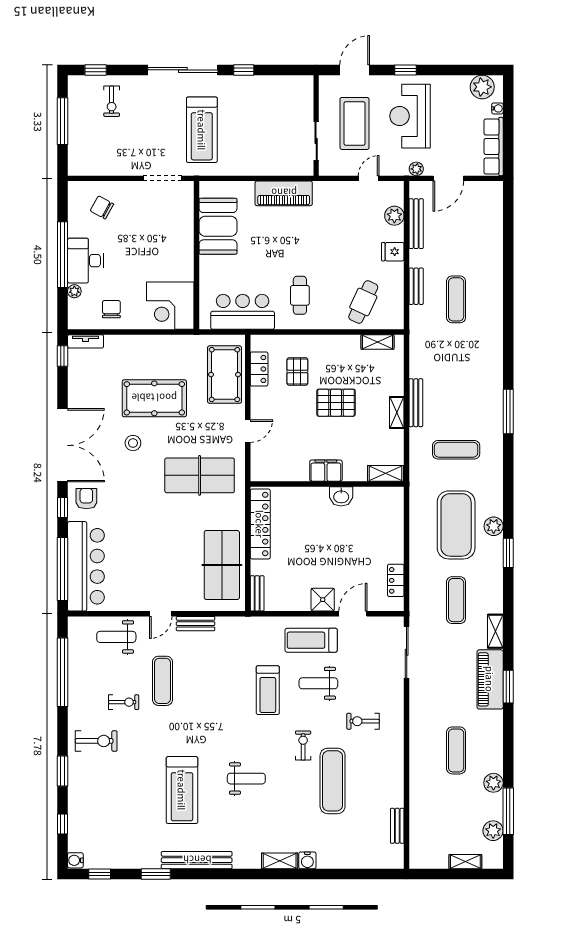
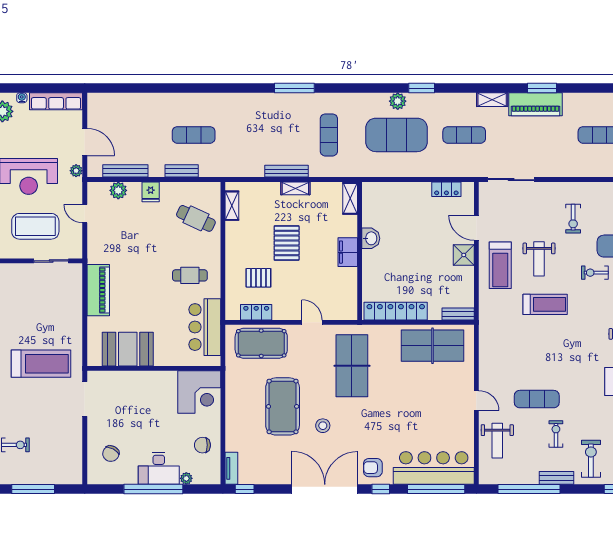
bench: (196, 624) -> (557, 478), moved, turned 90

